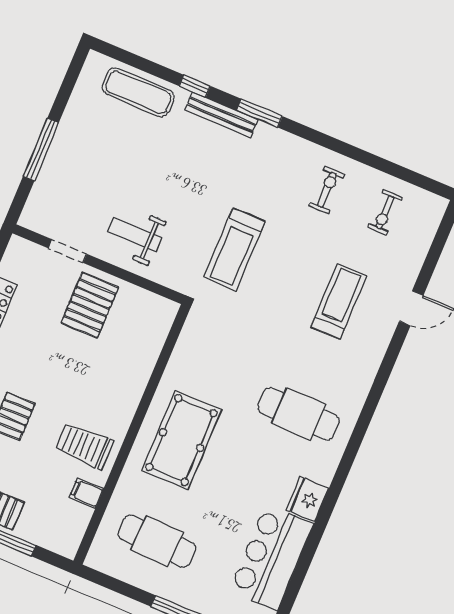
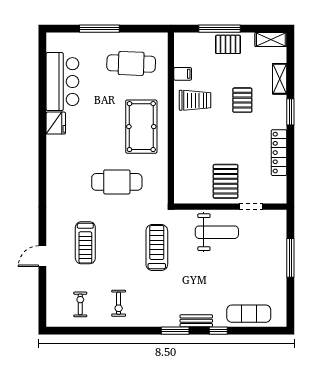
bench: (221, 115) -> (196, 321), width x0.73
weight bench: (135, 234) -> (217, 232), width x1.36, depth x1.33
cafe table: (299, 414) -> (117, 182), moved

